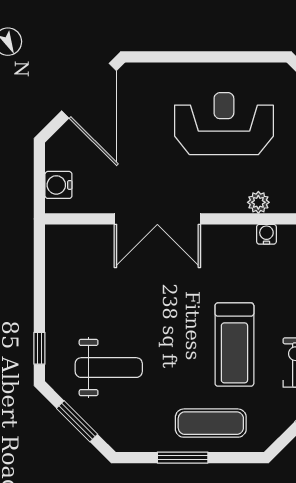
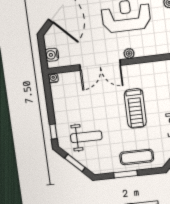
plant: (258, 202) -> (129, 54), moved
water cooler: (266, 234) -> (53, 78), moved
treadmill: (234, 345) -> (135, 108), moved

